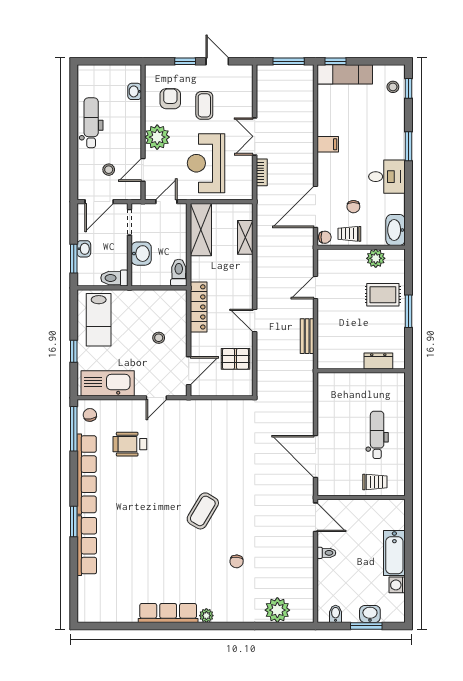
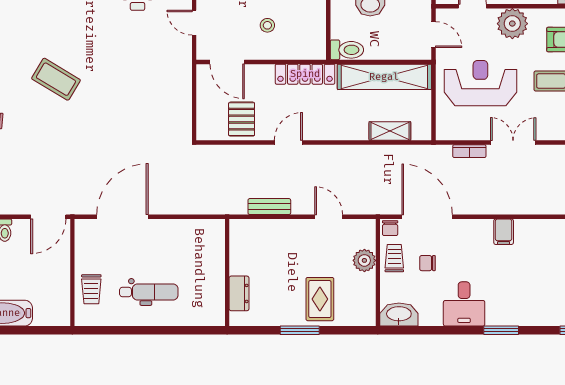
shelving: (201, 230) -> (384, 77), width x1.47
plant: (376, 258) -> (364, 260), moved

